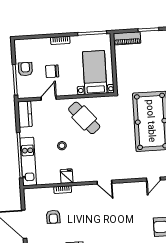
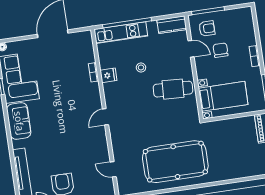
armchair: (25, 69) -> (207, 28), moved
cafe table: (84, 118) -> (173, 89), turned 43
armchair: (53, 217) -> (63, 65), removed

